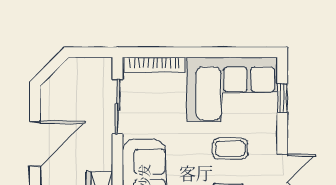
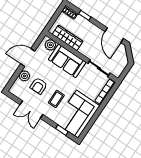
door: (35, 144) -> (114, 35), moved

